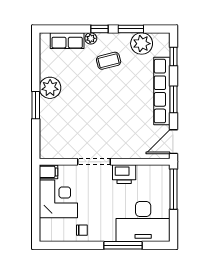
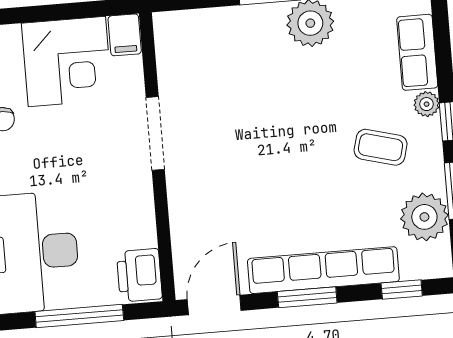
coffee table: (109, 61) -> (381, 147), turned -61
door: (173, 142) -> (214, 305), hinge flipped
printer: (124, 174) -> (139, 275), moved
window: (173, 189) -> (79, 316), moved

